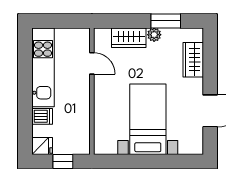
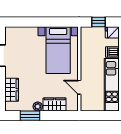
bed with nightstands: (148, 119) -> (58, 50), moved

